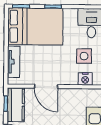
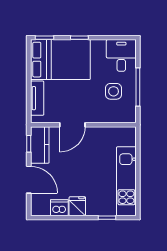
nightstand: (85, 79) -> (115, 116), removed
door: (46, 86) -> (72, 125), hinge flipped

